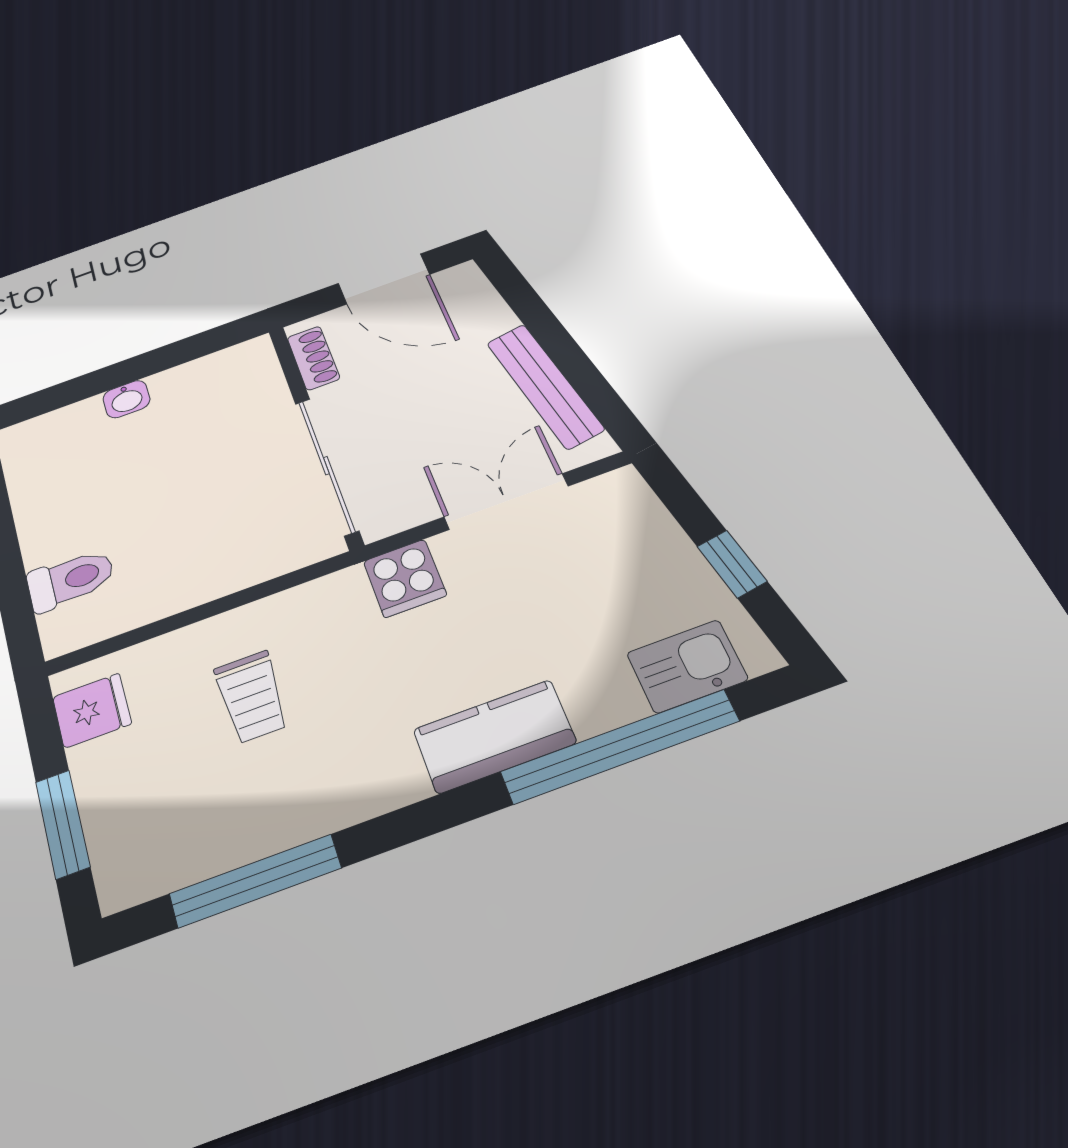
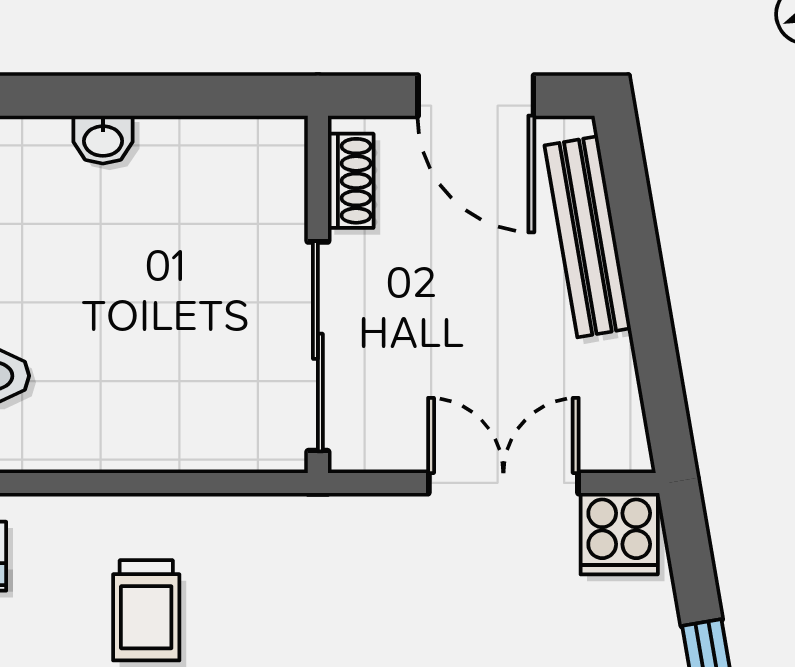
bench: (545, 386) -> (588, 237), moved
cooker: (405, 578) -> (619, 534), moved

